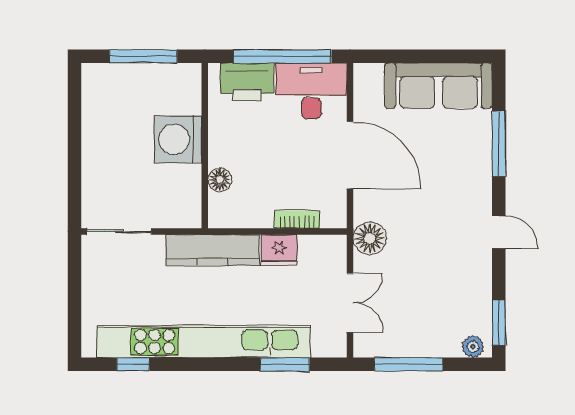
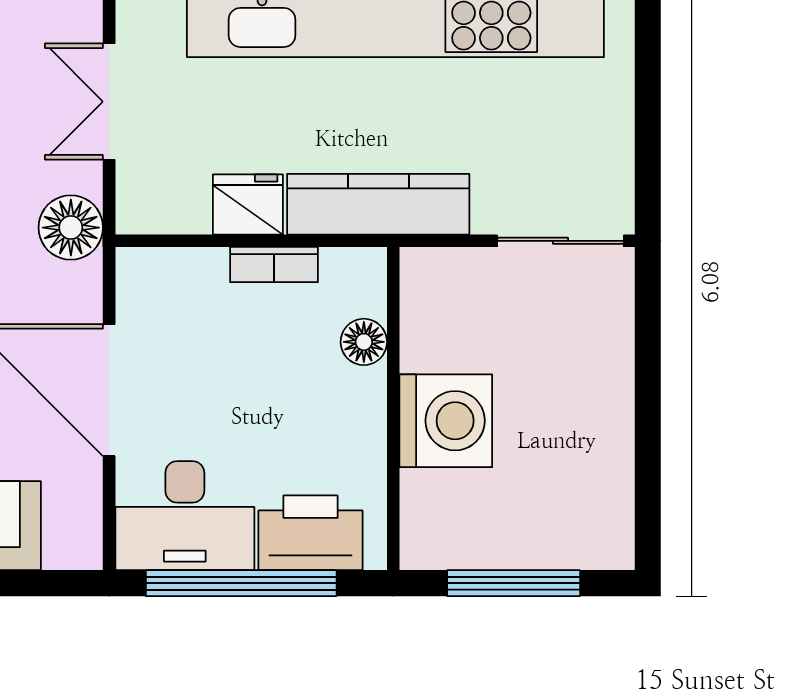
bookcase: (297, 219) -> (274, 265), moved

